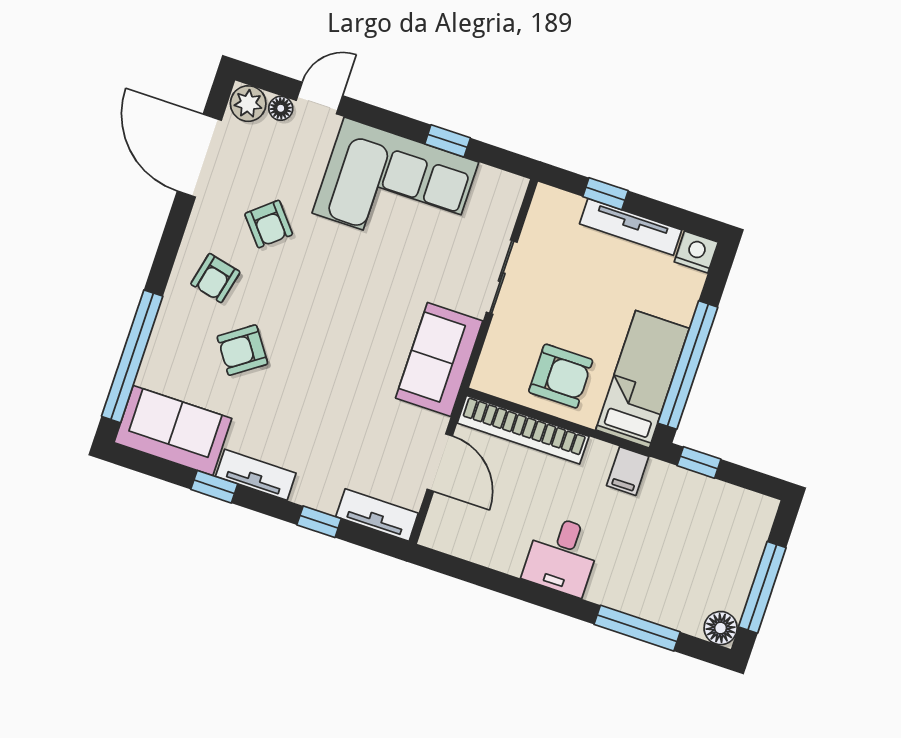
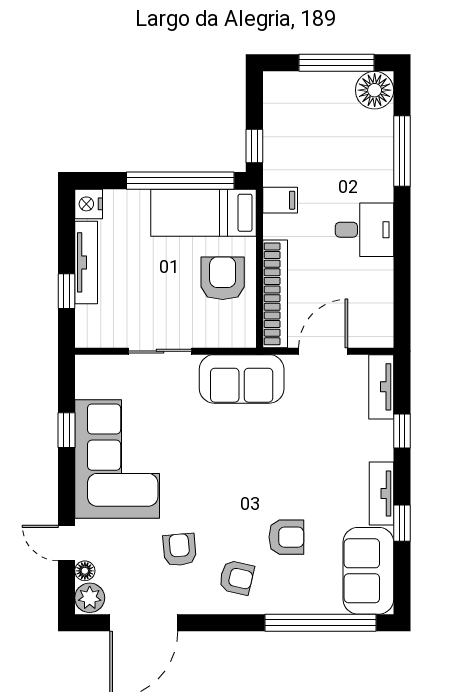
armchair: (269, 224) -> (180, 550), turned -55
armchair: (242, 350) -> (286, 537), turned -55
floor lamp: (721, 628) -> (375, 90), width x1.38, depth x1.38

